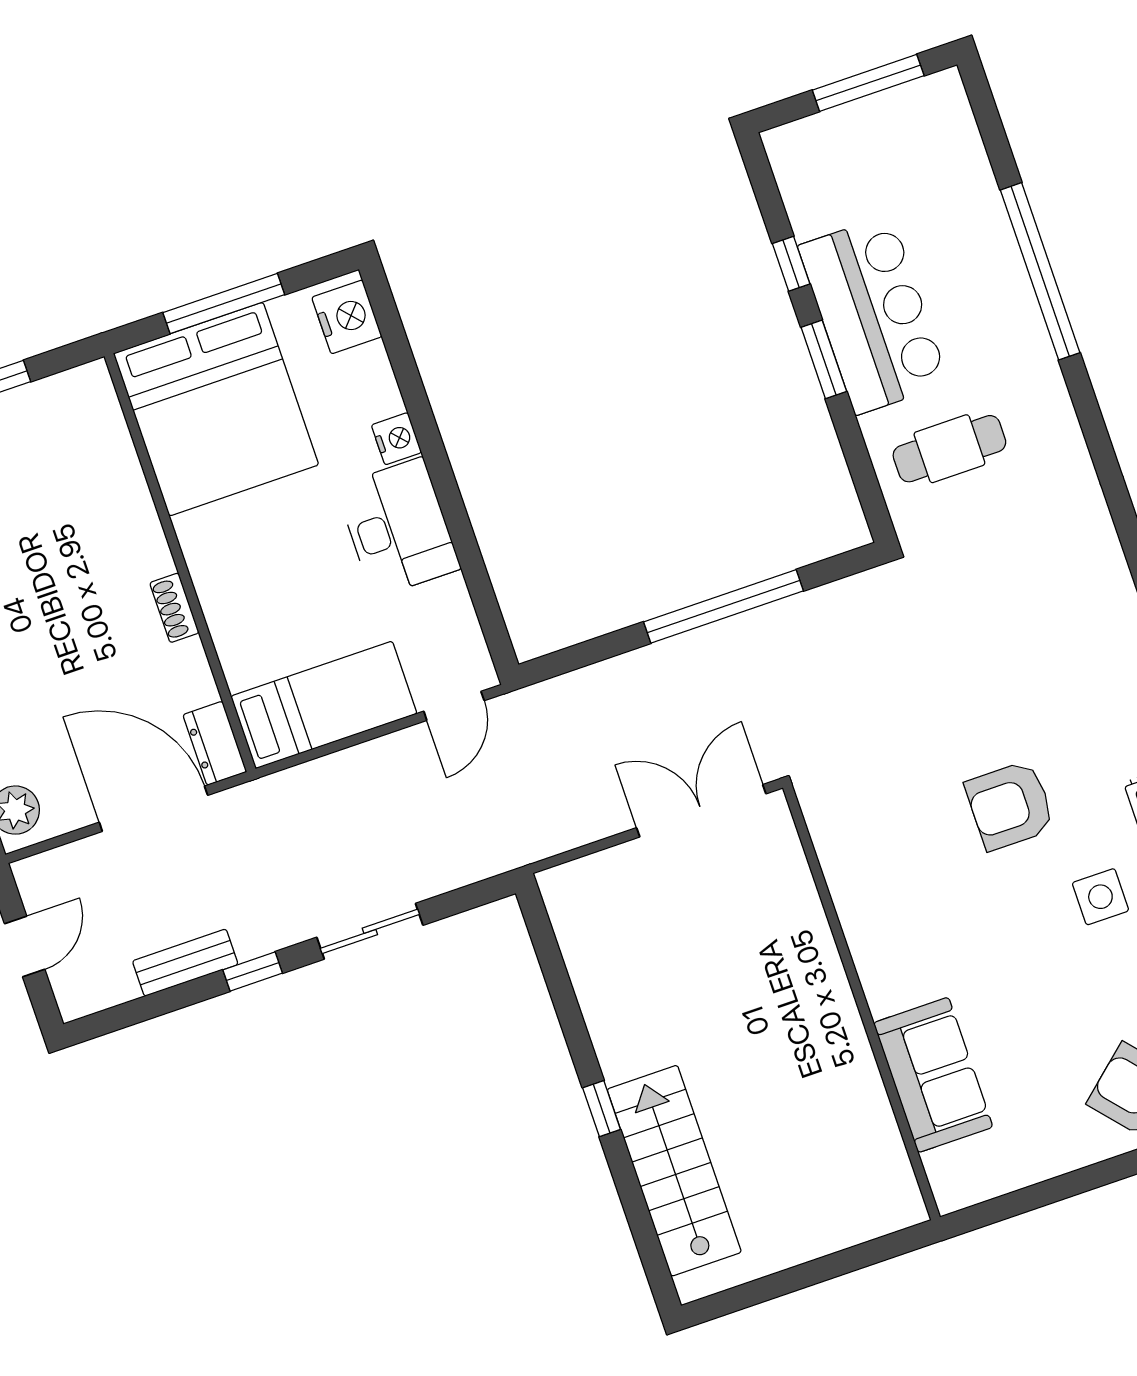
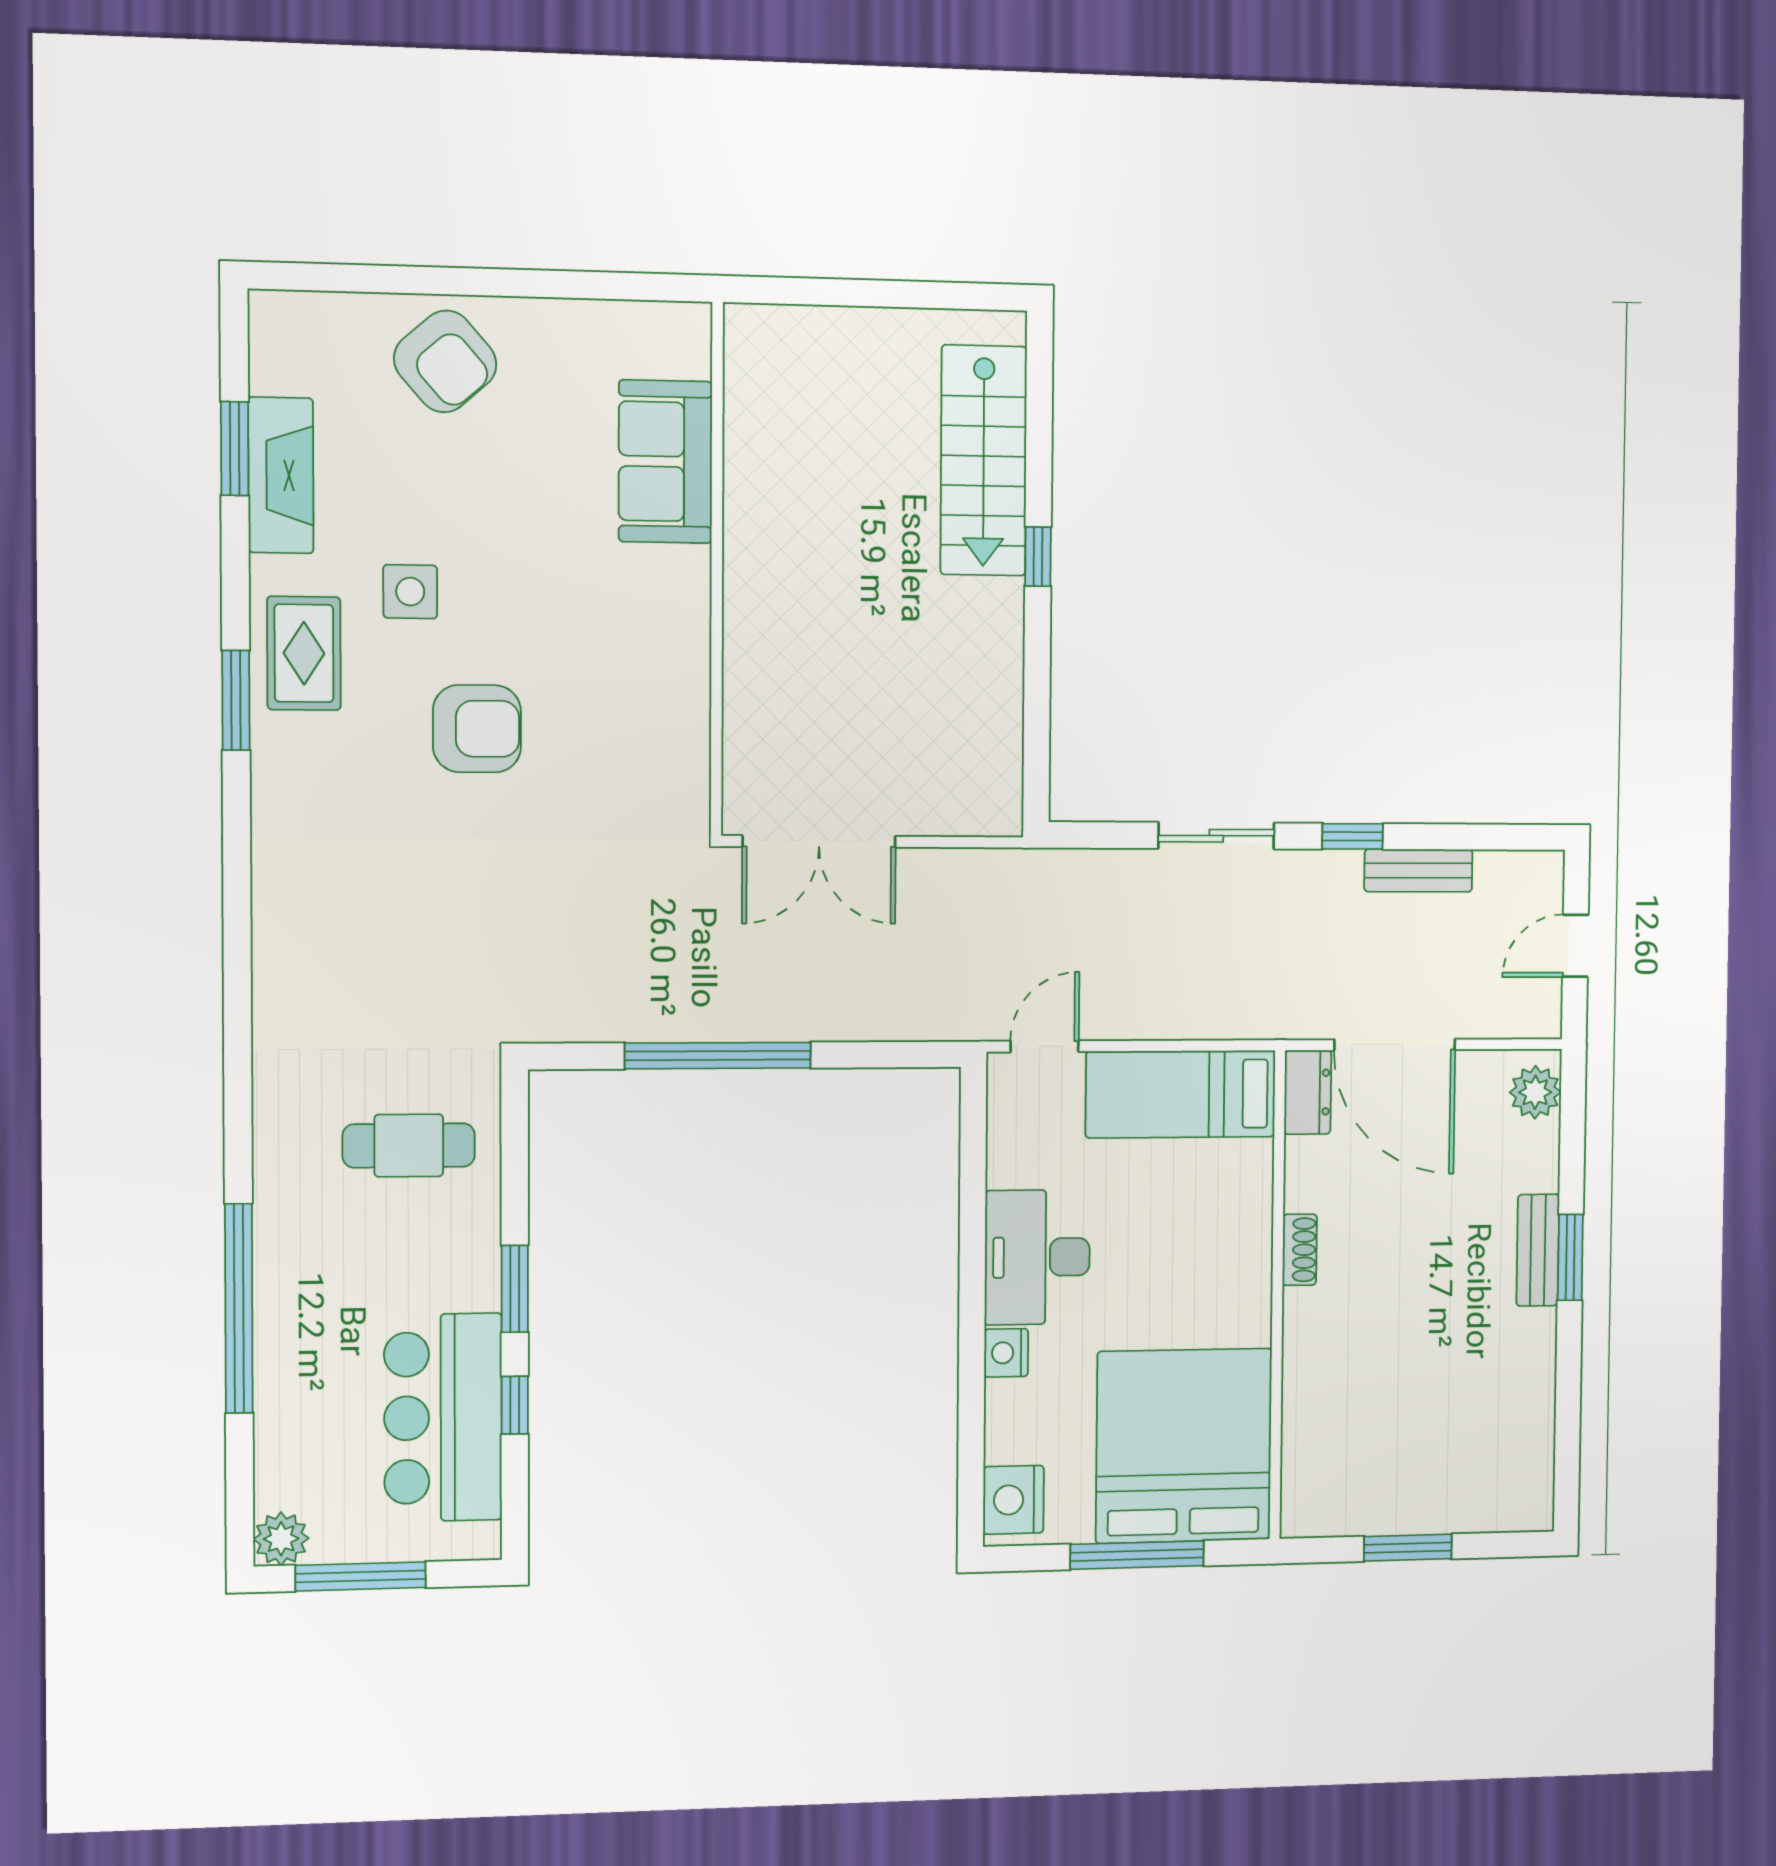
plant: (943, 94) -> (281, 1539), added
bar counter: (873, 315) -> (443, 1418), moved

